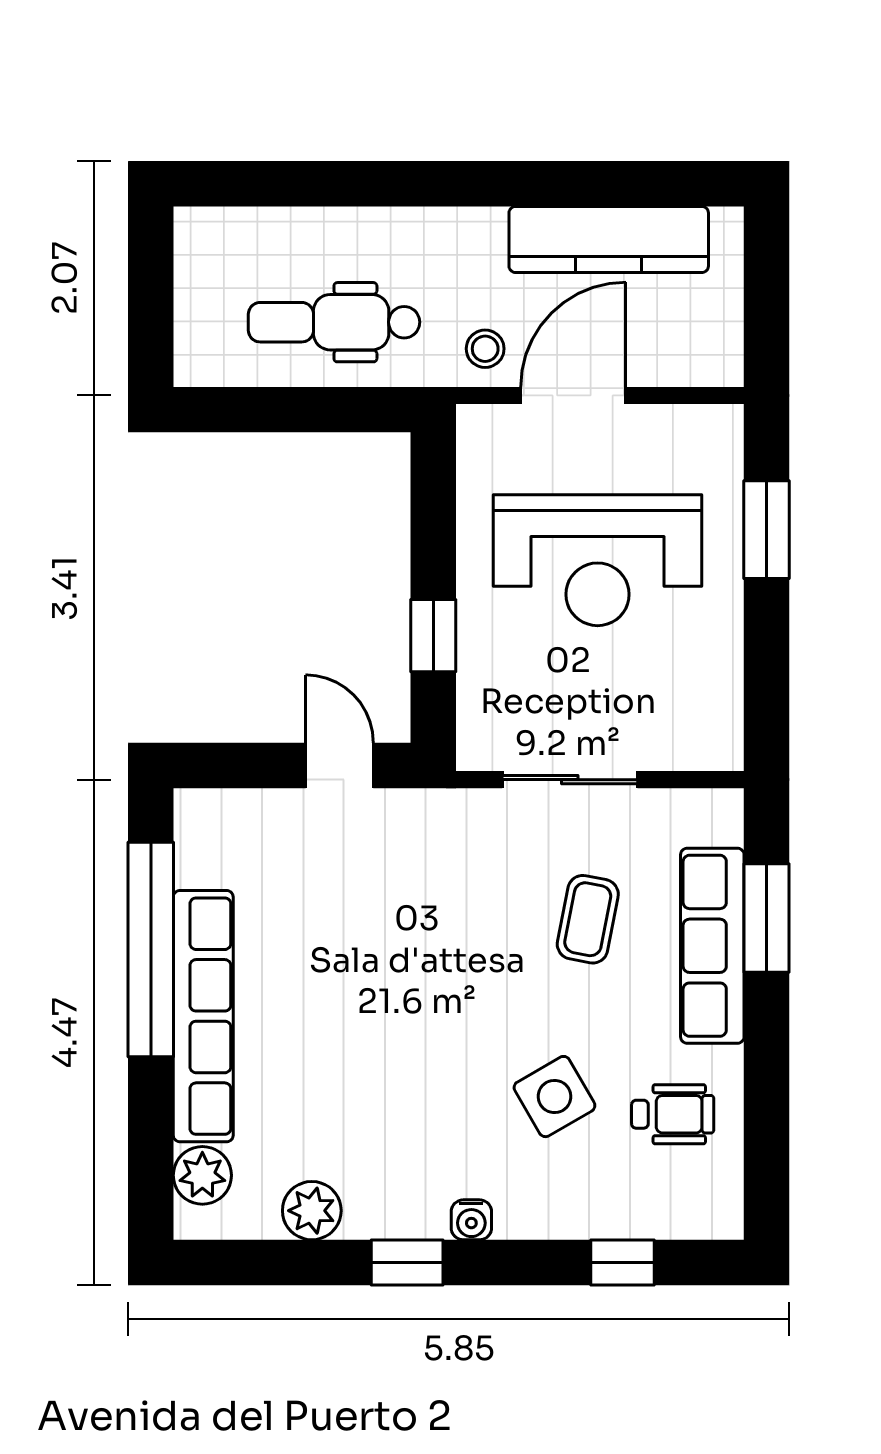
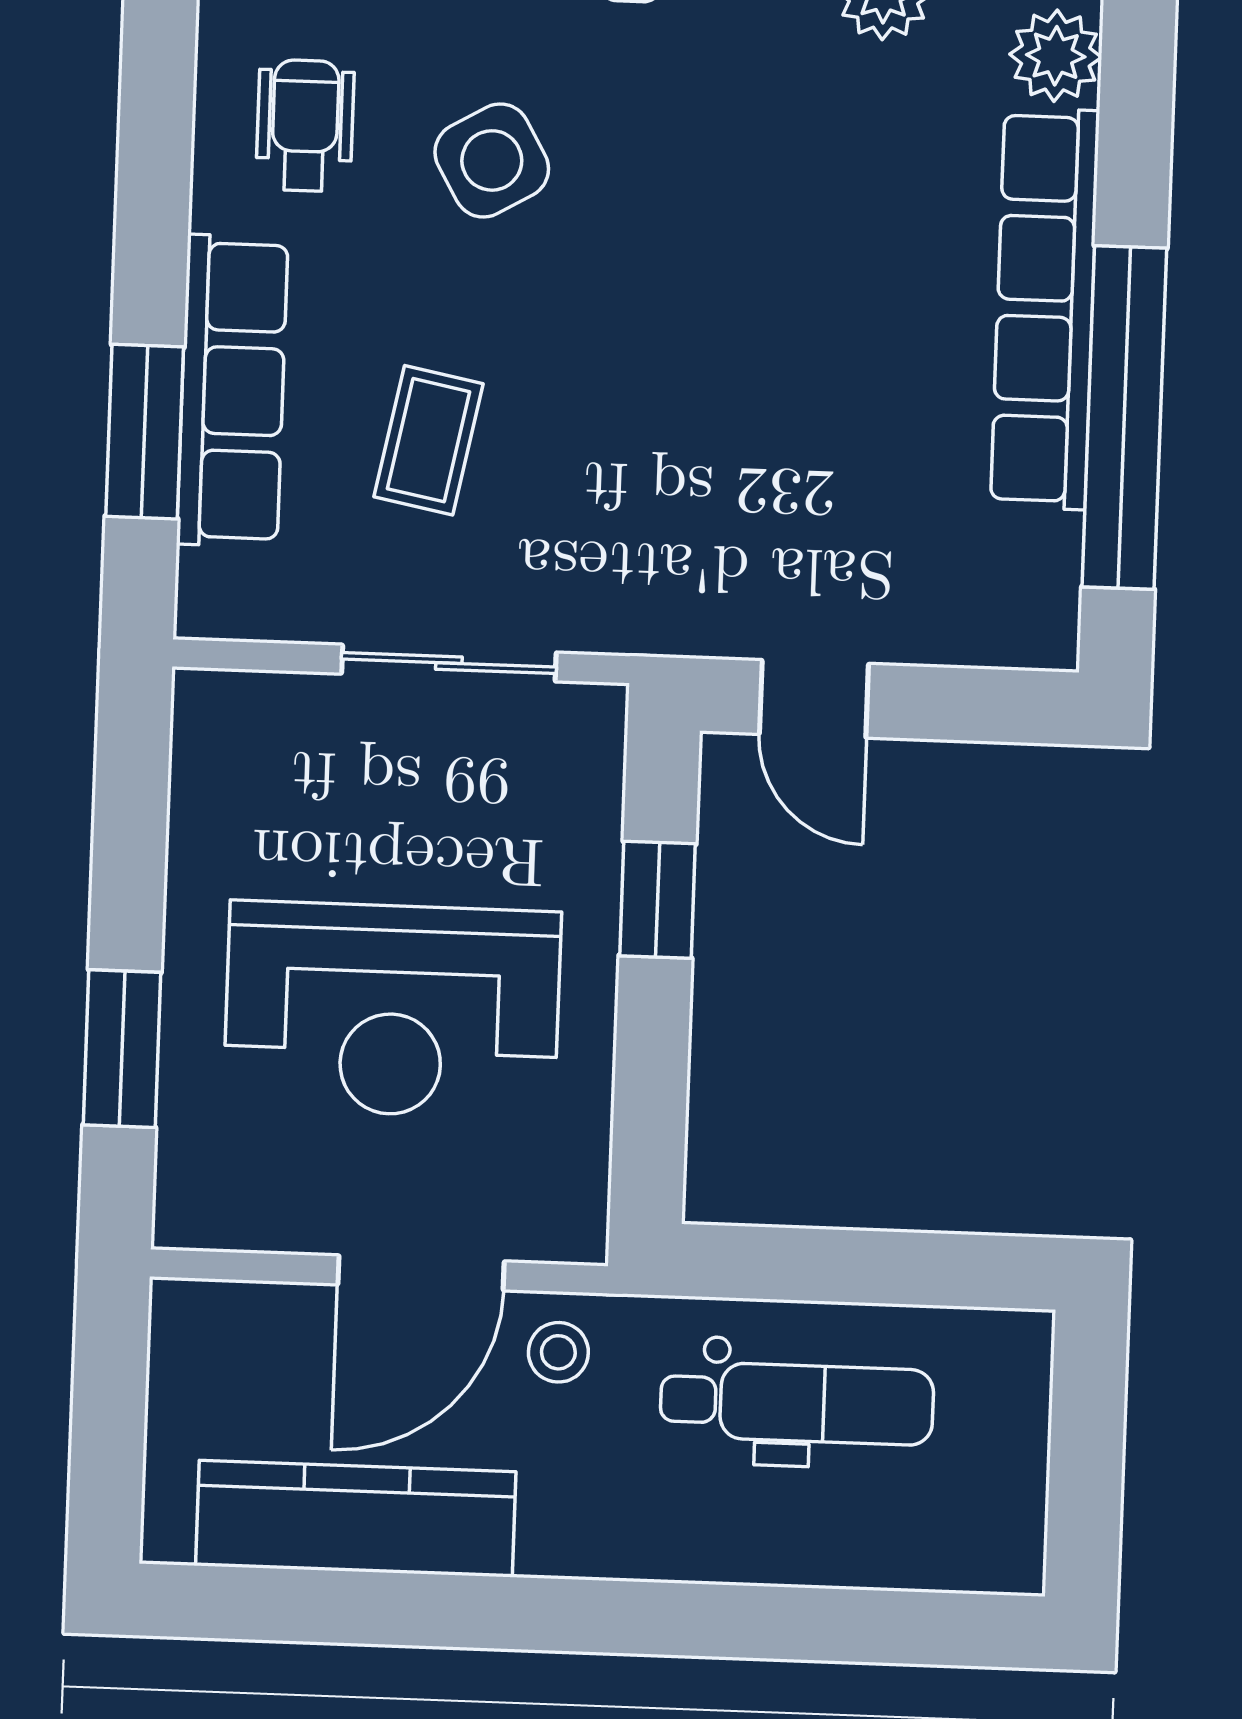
reception desk: (598, 560) -> (392, 1010), turned 180
wheelchair: (673, 1114) -> (305, 125), turned 90

